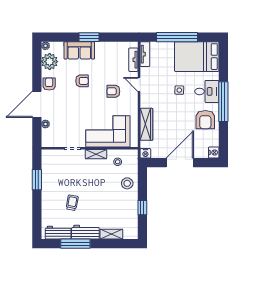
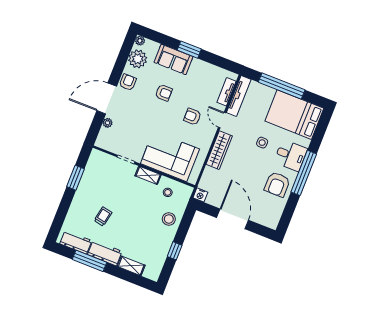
tv unit: (145, 54) -> (239, 96), width x1.41
wardrobe: (146, 124) -> (219, 150), moved
nightstand: (214, 153) -> (272, 222), removed
door: (180, 163) -> (232, 219), hinge flipped

